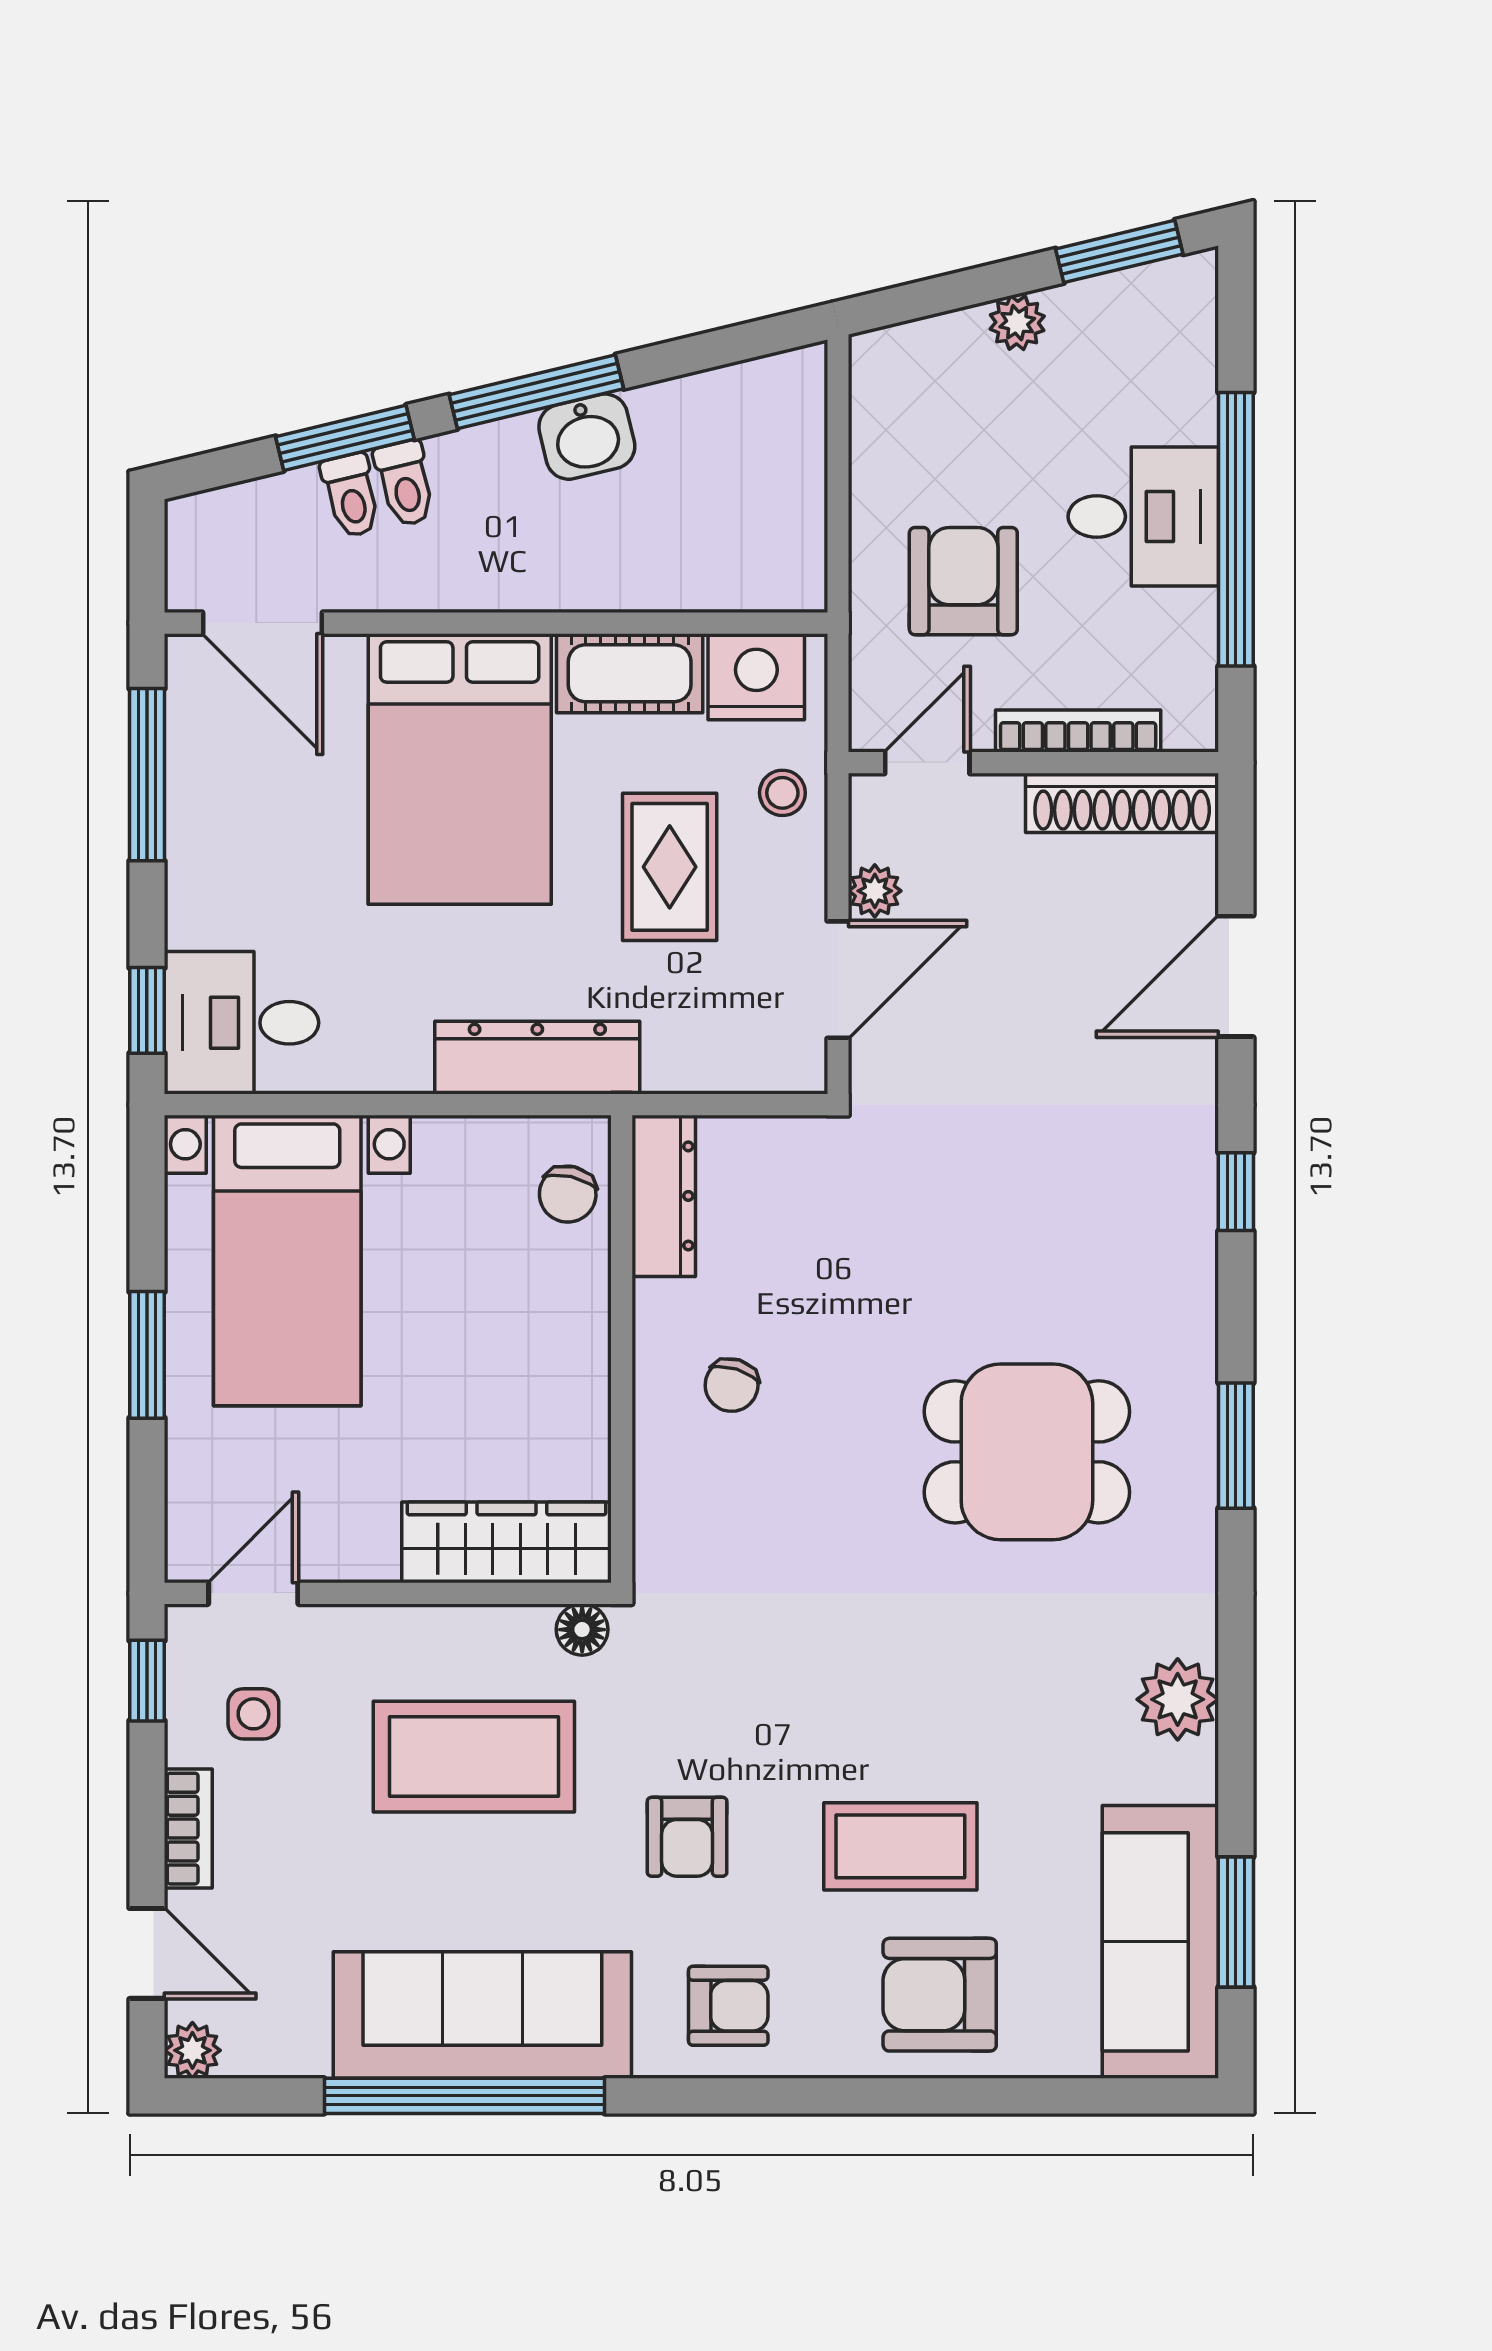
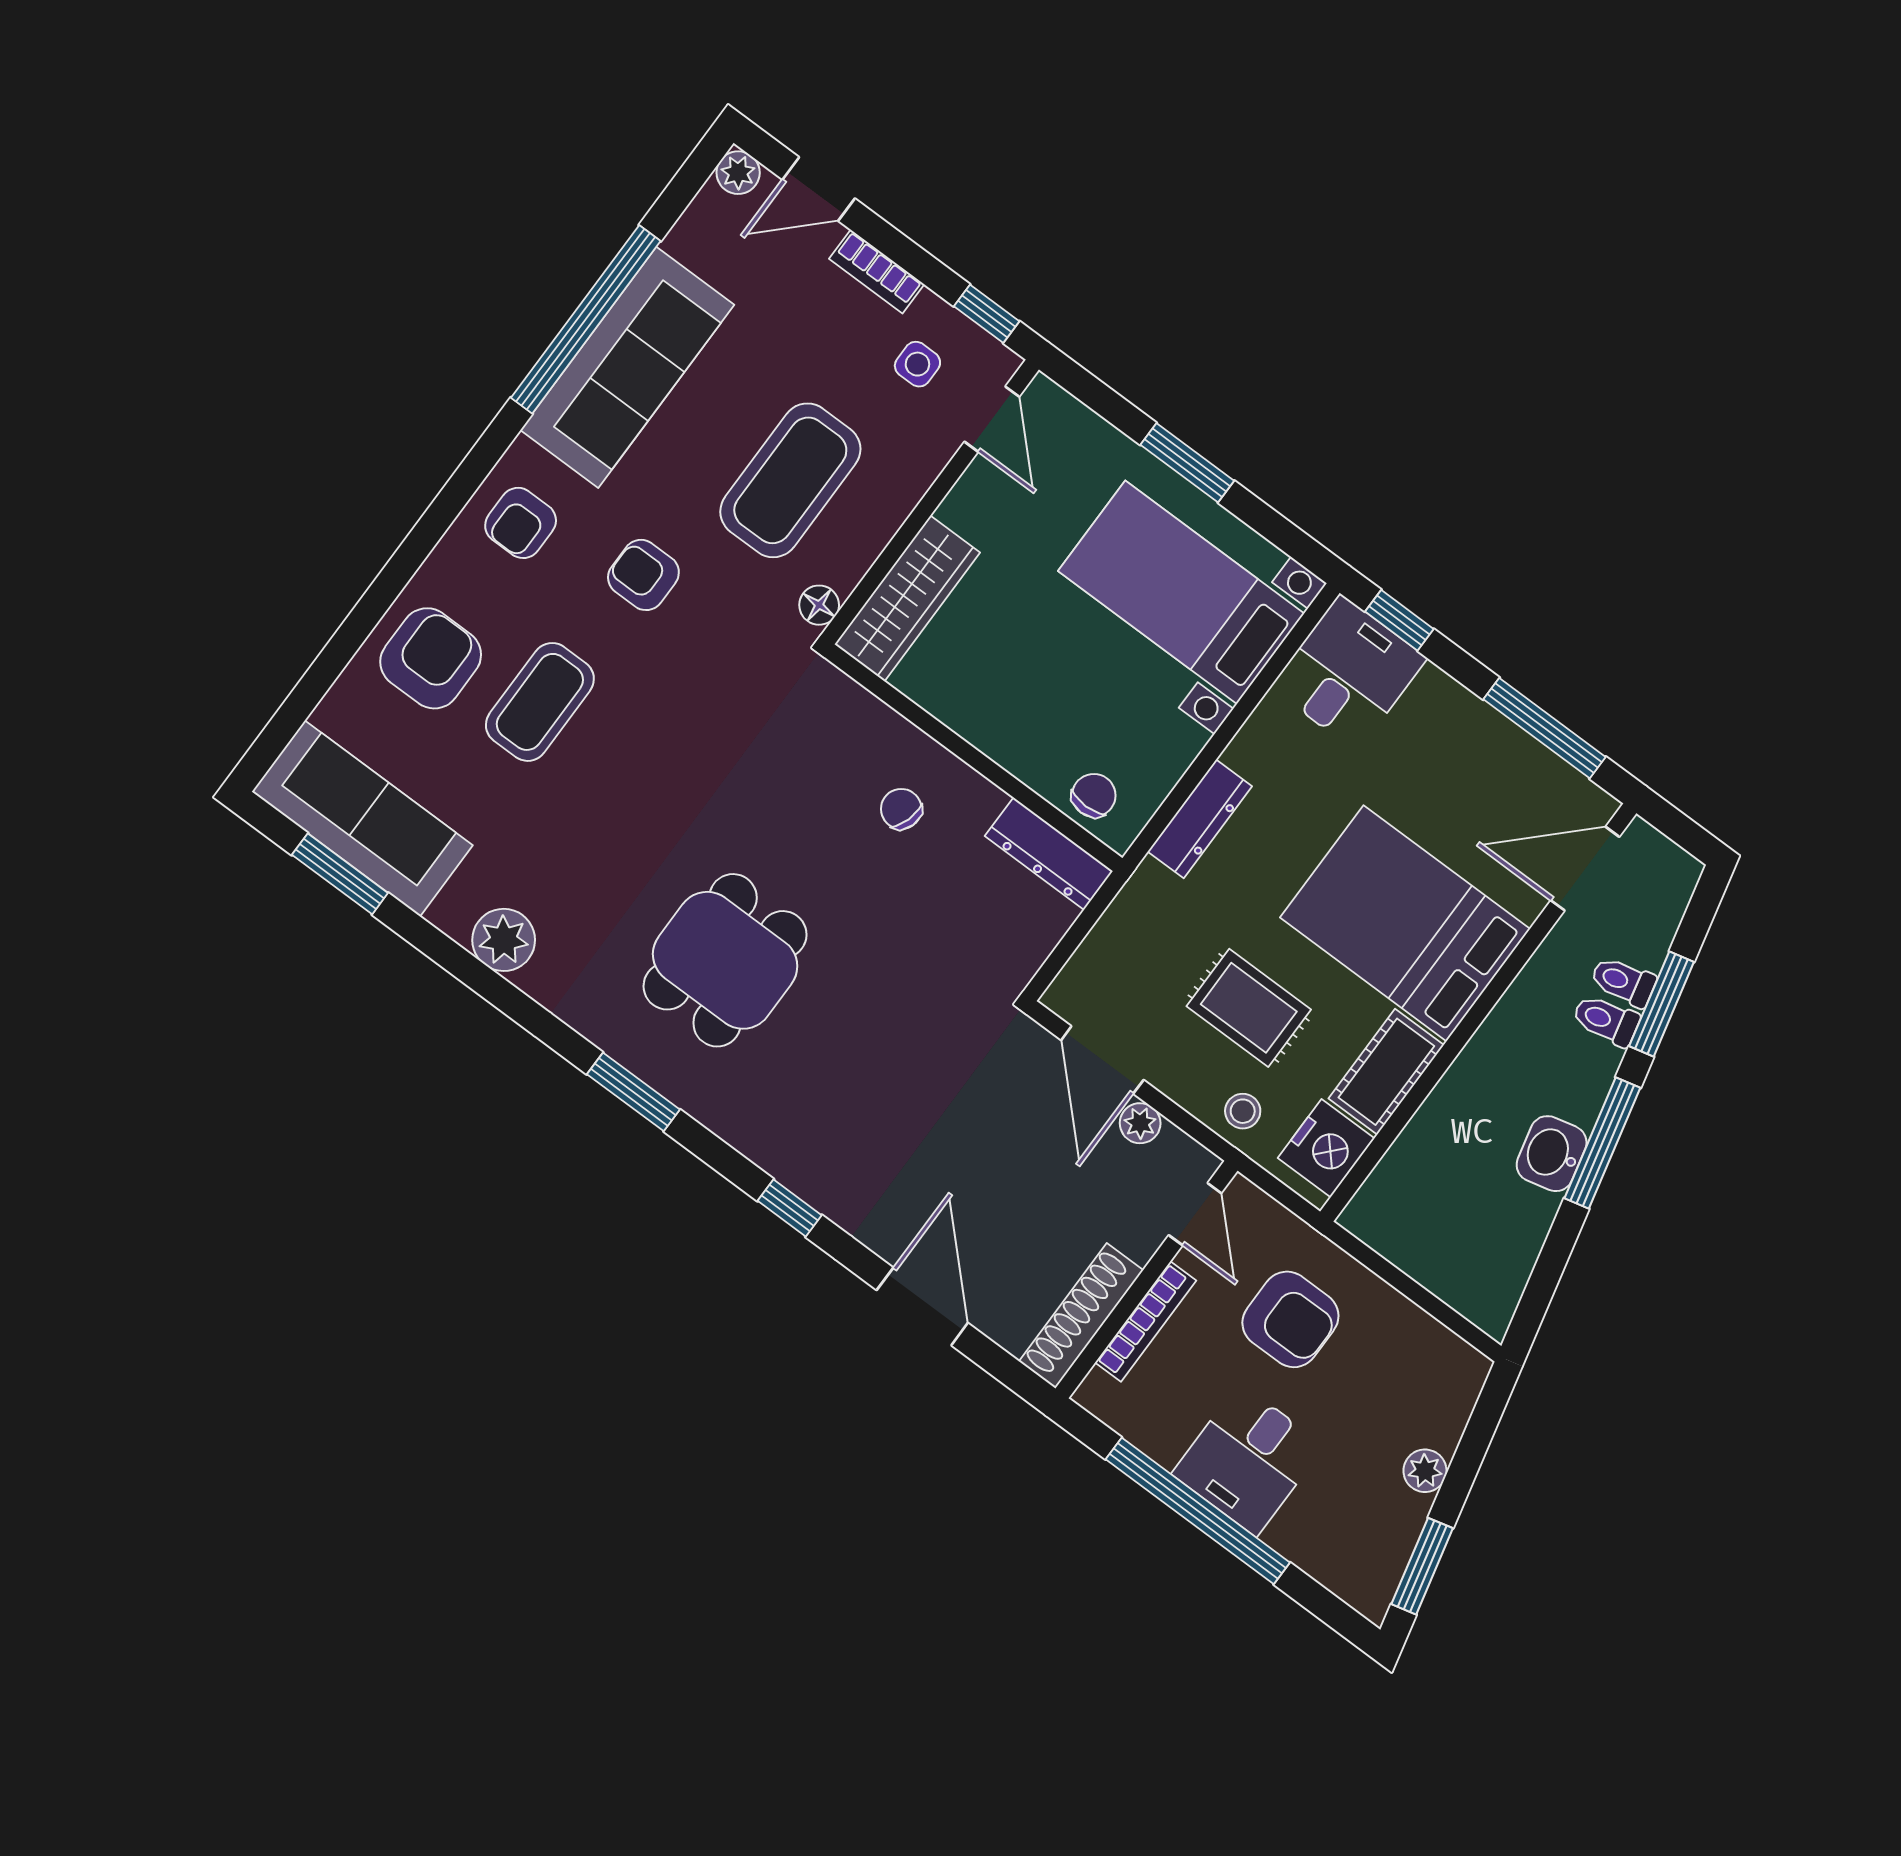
dresser: (537, 1058) -> (1200, 819), width x0.73, depth x0.80
chair: (568, 1194) -> (1094, 795), turned 77

